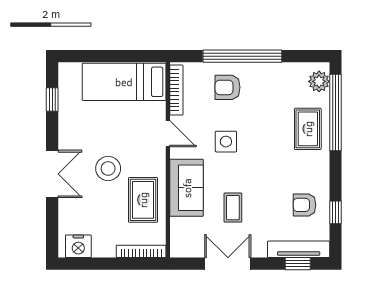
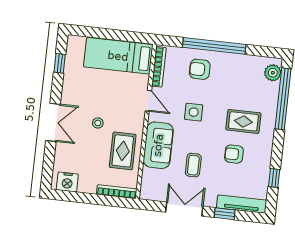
rug: (308, 129) -> (243, 121), moved, turned 90
stool: (108, 168) -> (98, 123), width x0.53, depth x0.53
armchair: (304, 205) -> (234, 154), moved
window: (298, 264) -> (225, 214), moved

